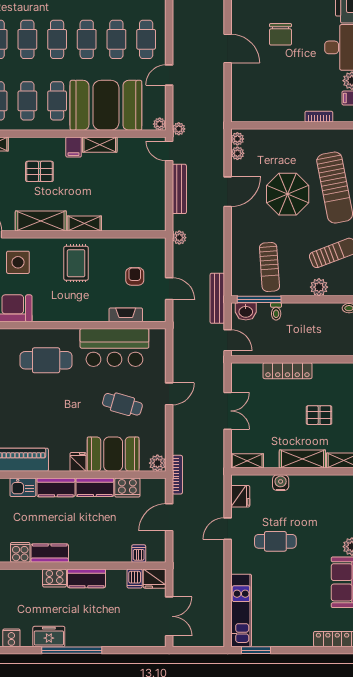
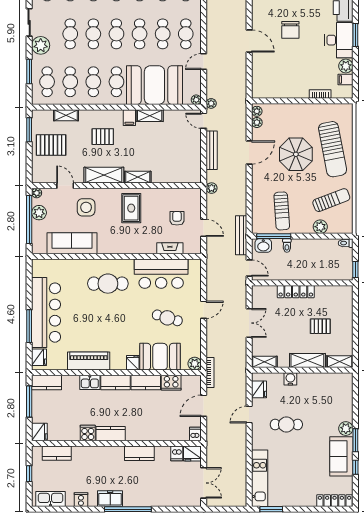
dishwasher: (139, 554) -> (195, 434), moved
cooker: (55, 578) -> (114, 453), removed

